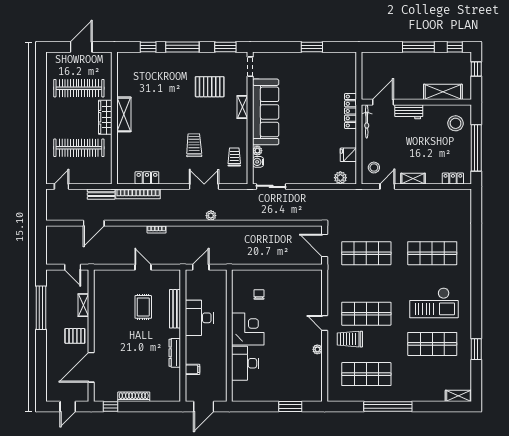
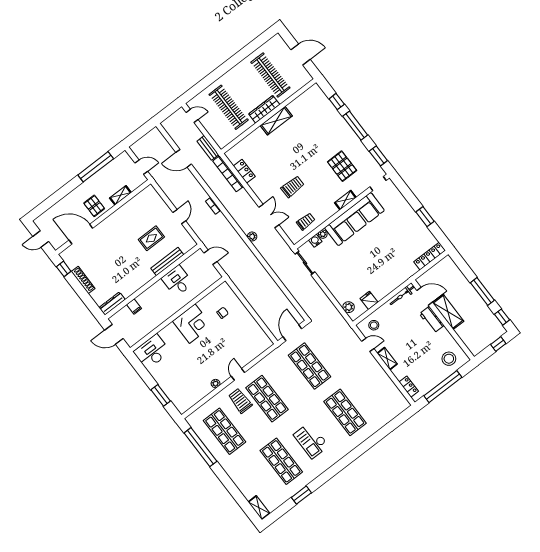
shelving: (443, 92) -> (448, 312), moved
locker: (350, 111) -> (430, 256), moved
door: (73, 267) -> (141, 167), swing flipped
checkout: (434, 303) -> (311, 440), width x0.73, depth x0.83
desk: (199, 318) -> (177, 281), width x0.73
dresser: (175, 353) -> (112, 304), moved
desk: (245, 363) -> (152, 352), moved
window: (388, 407) -> (200, 447), moved

